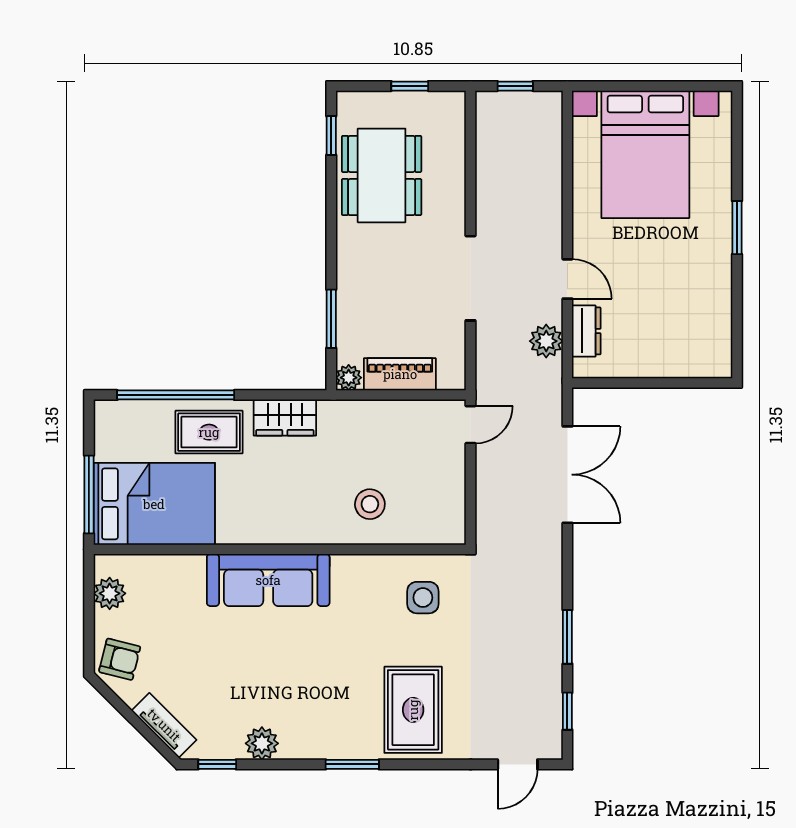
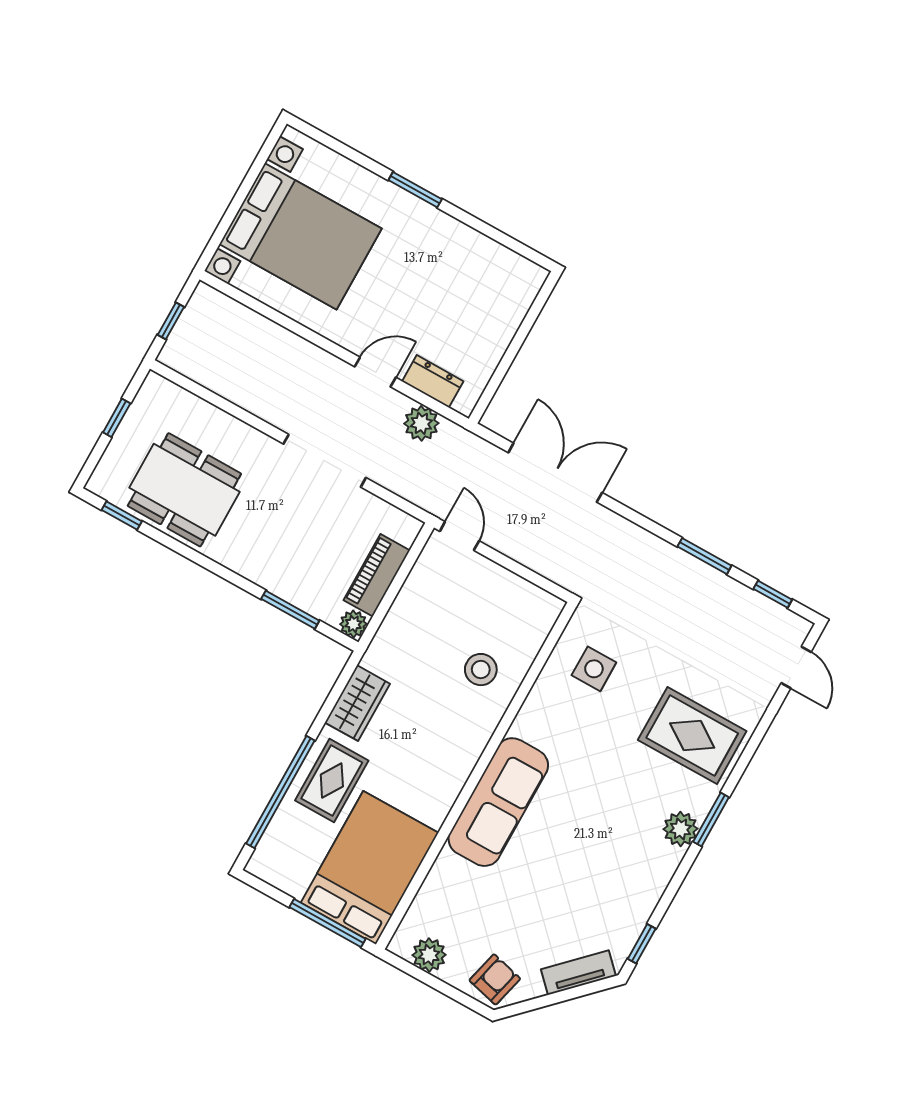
plant: (262, 743) -> (681, 829), moved

